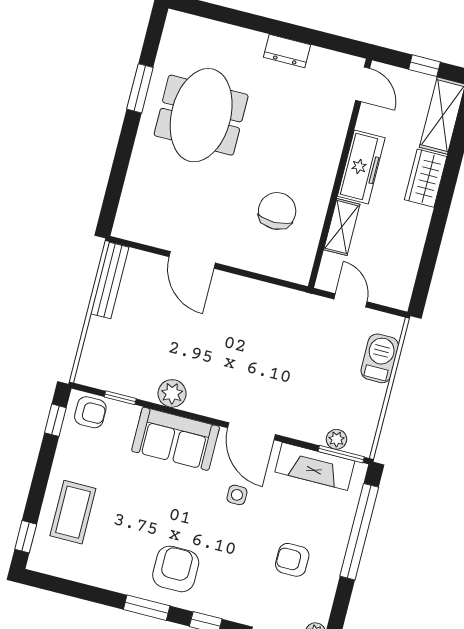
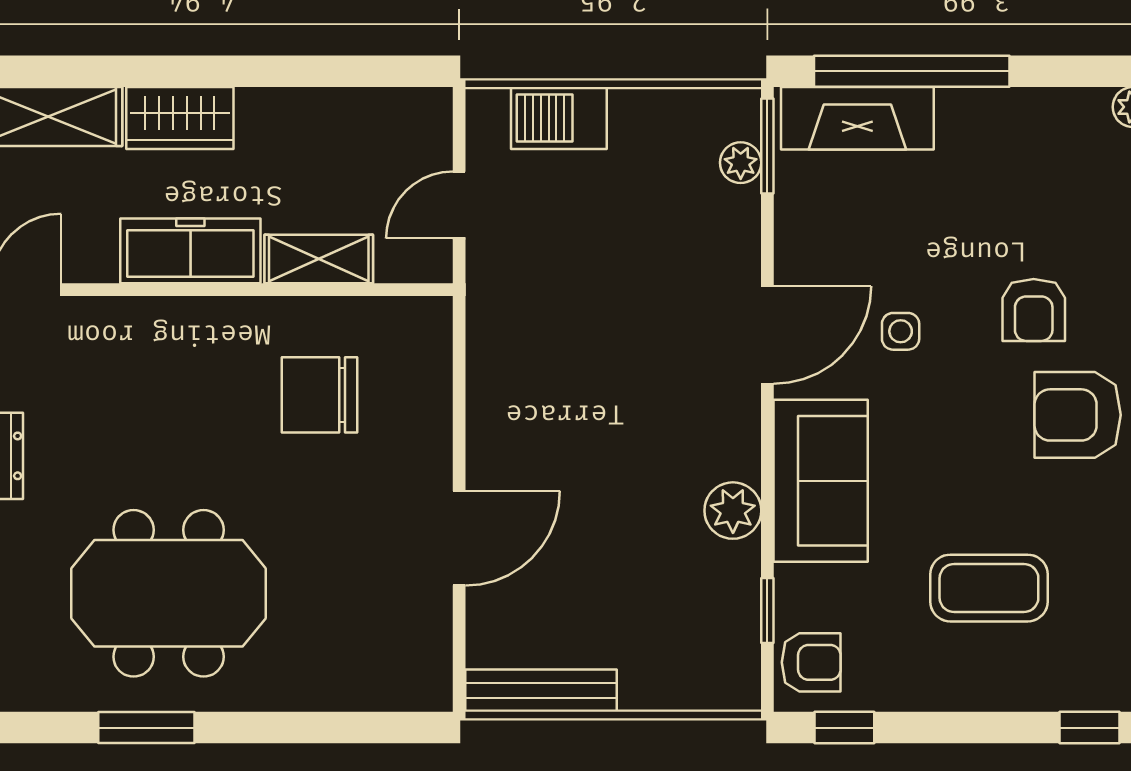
armchair: (90, 412) -> (811, 662), turned 90
fireplace: (315, 466) -> (857, 118), moved, turned 90
coffee table: (73, 512) -> (989, 588), moved
armchair: (292, 560) -> (1034, 310), moved

